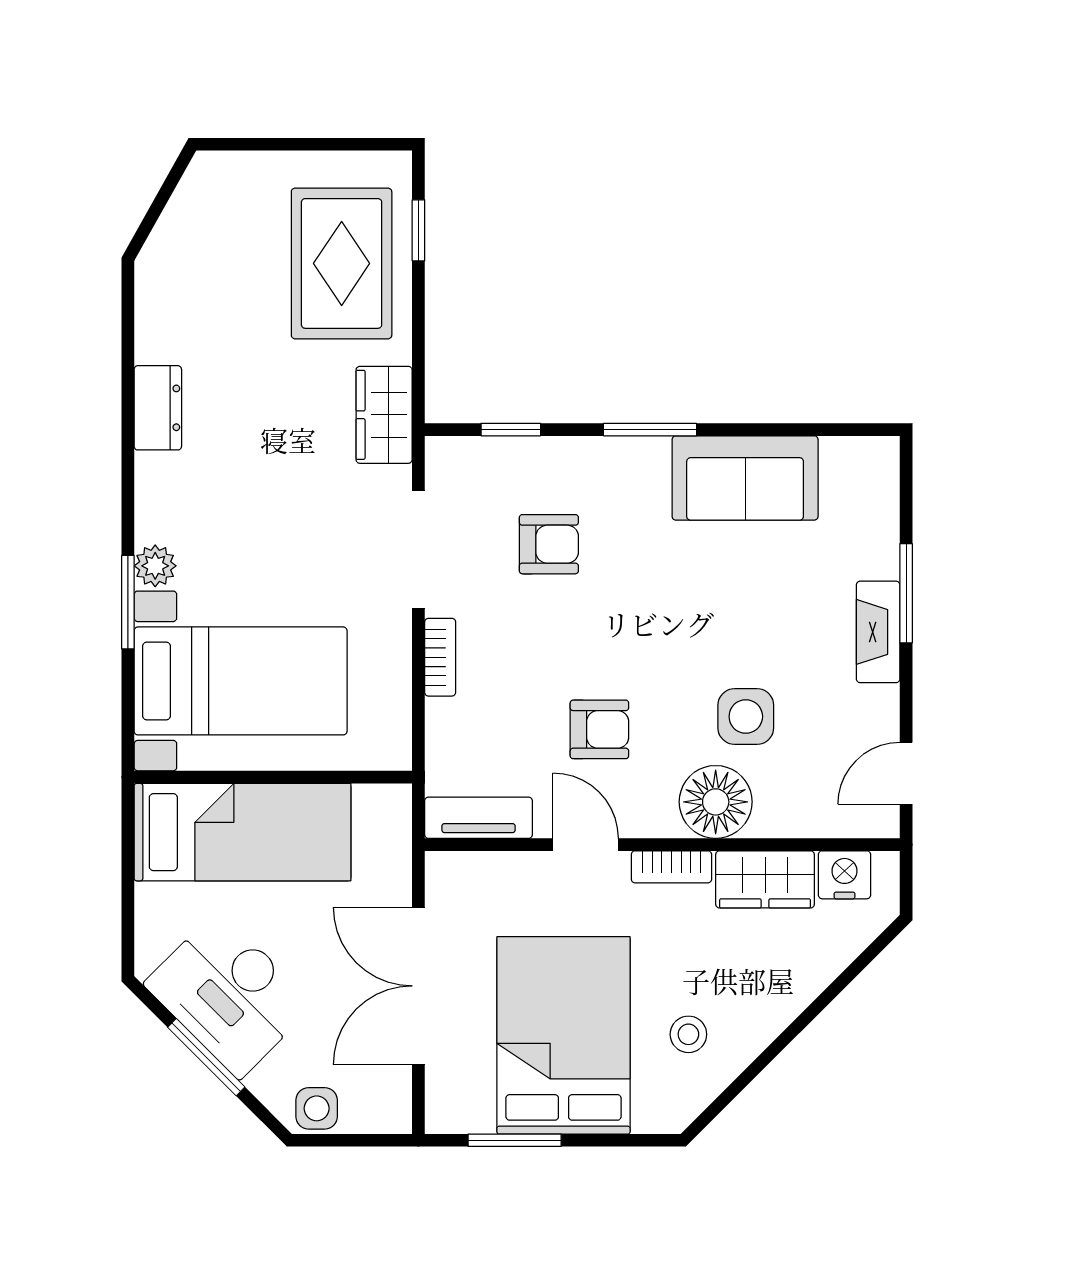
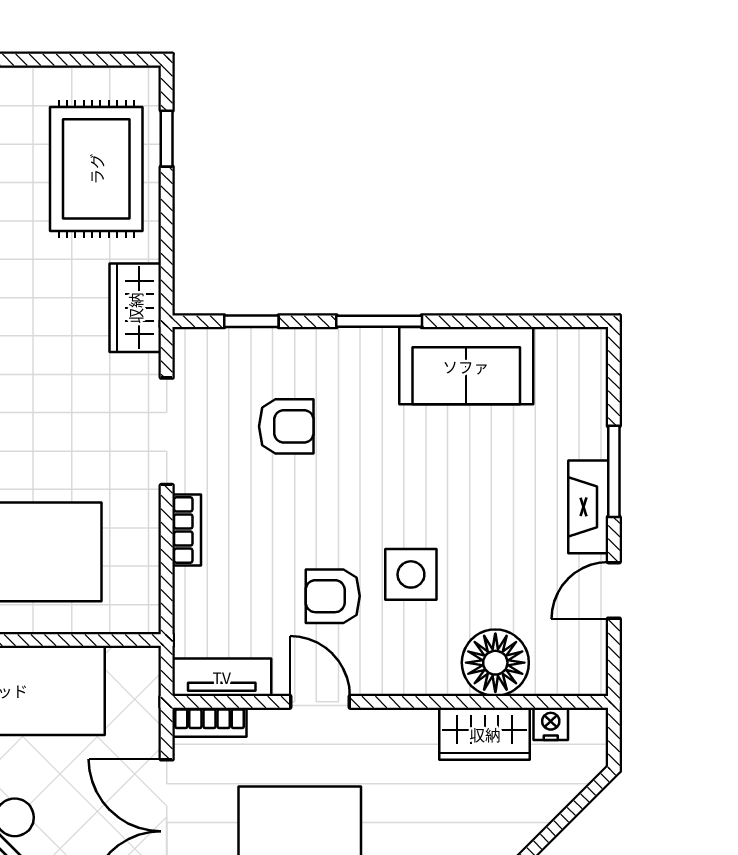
side table: (746, 717) -> (411, 574), moved
armchair: (599, 729) -> (333, 596), turned 180
door: (906, 773) -> (614, 590), moved
floor lamp: (716, 802) -> (495, 663), moved
bookcase: (671, 867) -> (210, 722), moved
nightstand: (845, 875) -> (551, 724), width x0.72, depth x0.74

